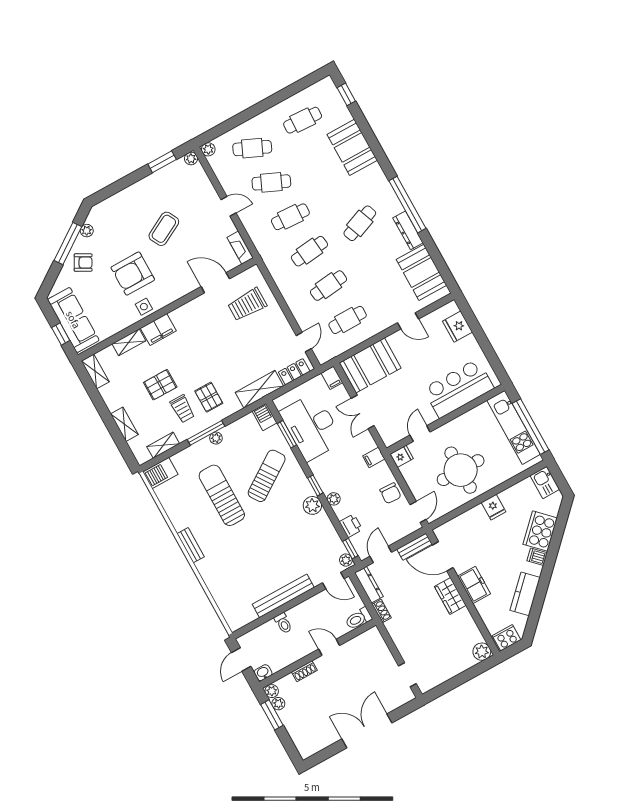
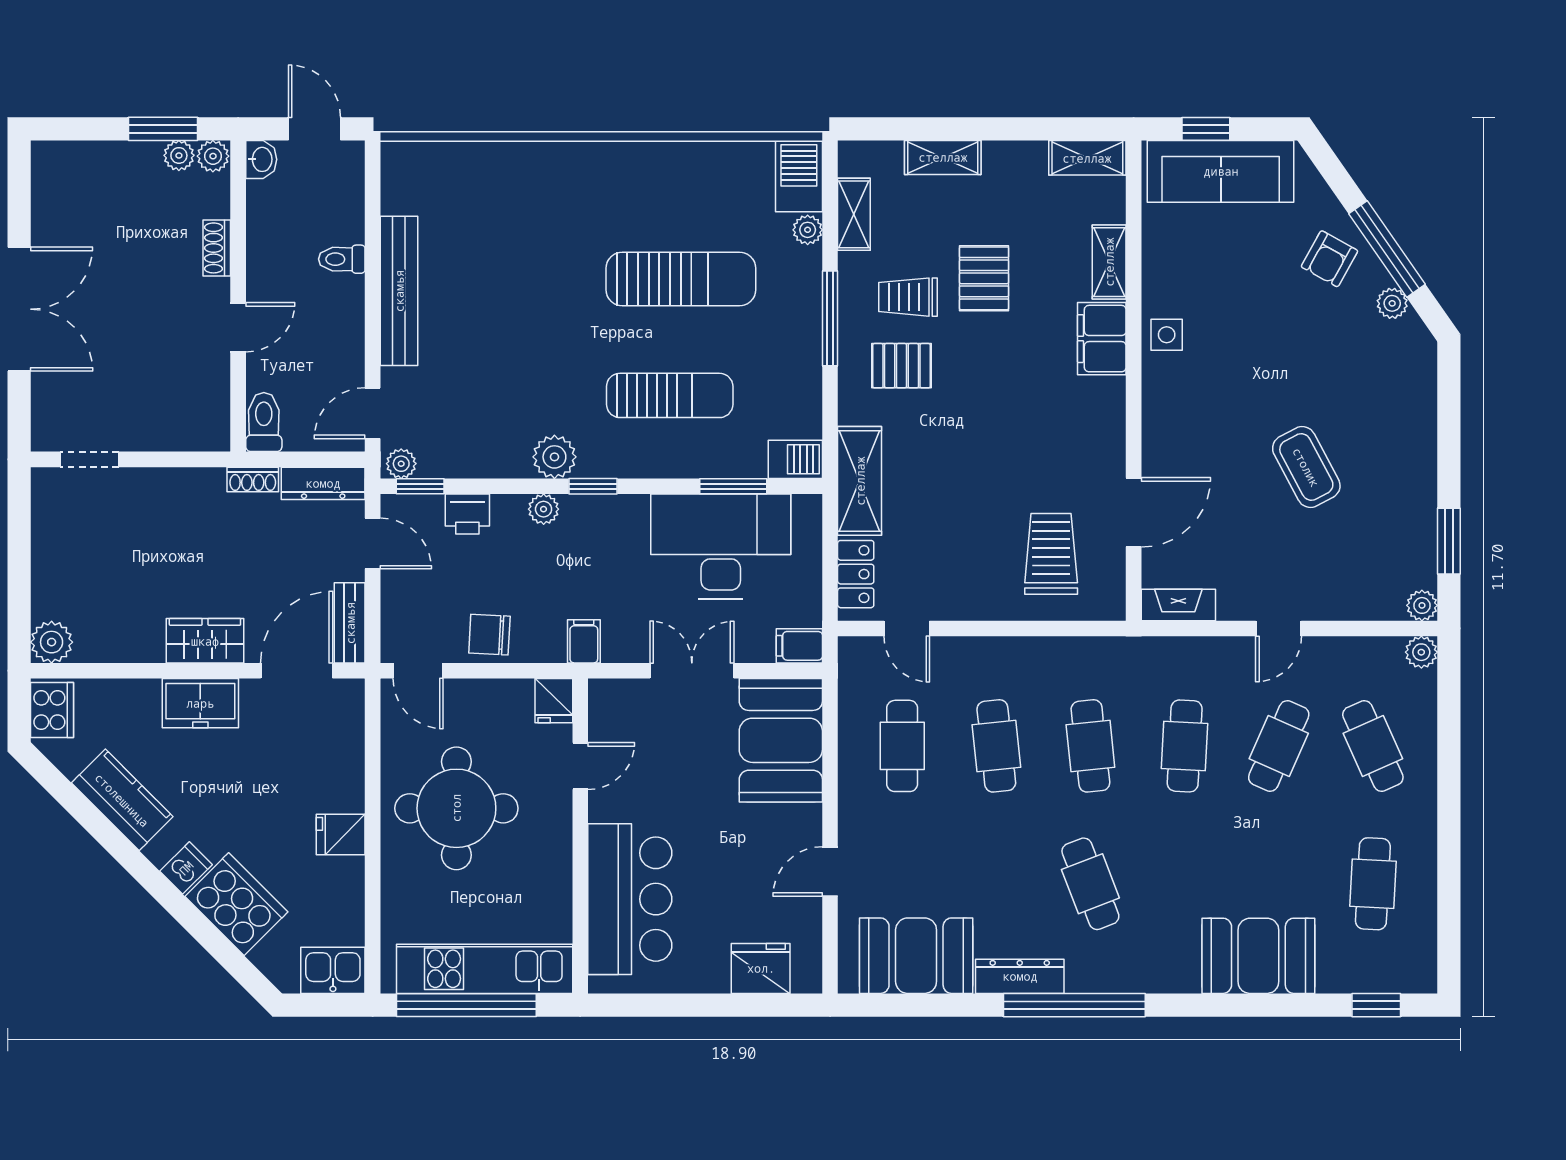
cafe table: (252, 148) -> (1373, 746), turned -48
armchair: (133, 274) -> (1249, 350), removed
door: (420, 433) -> (580, 766), hinge flipped
plant: (216, 438) -> (808, 230), moved
sun lounger: (267, 476) -> (670, 395), turned -56
bench: (191, 545) -> (613, 156), removed

